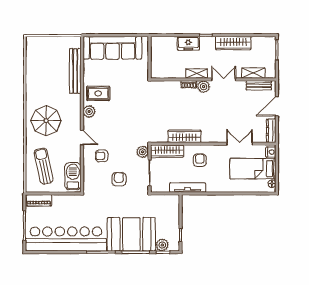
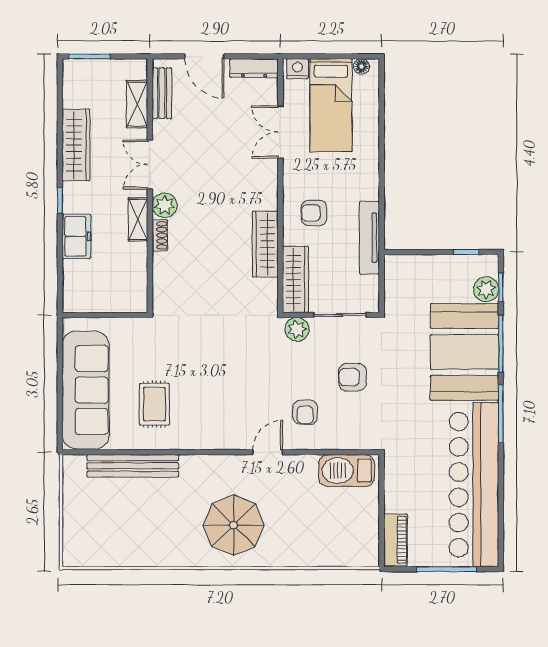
rug: (98, 93) -> (154, 404), moved
plant: (89, 112) -> (215, 438), removed
sun lounger: (44, 166) -> (326, 530), removed

